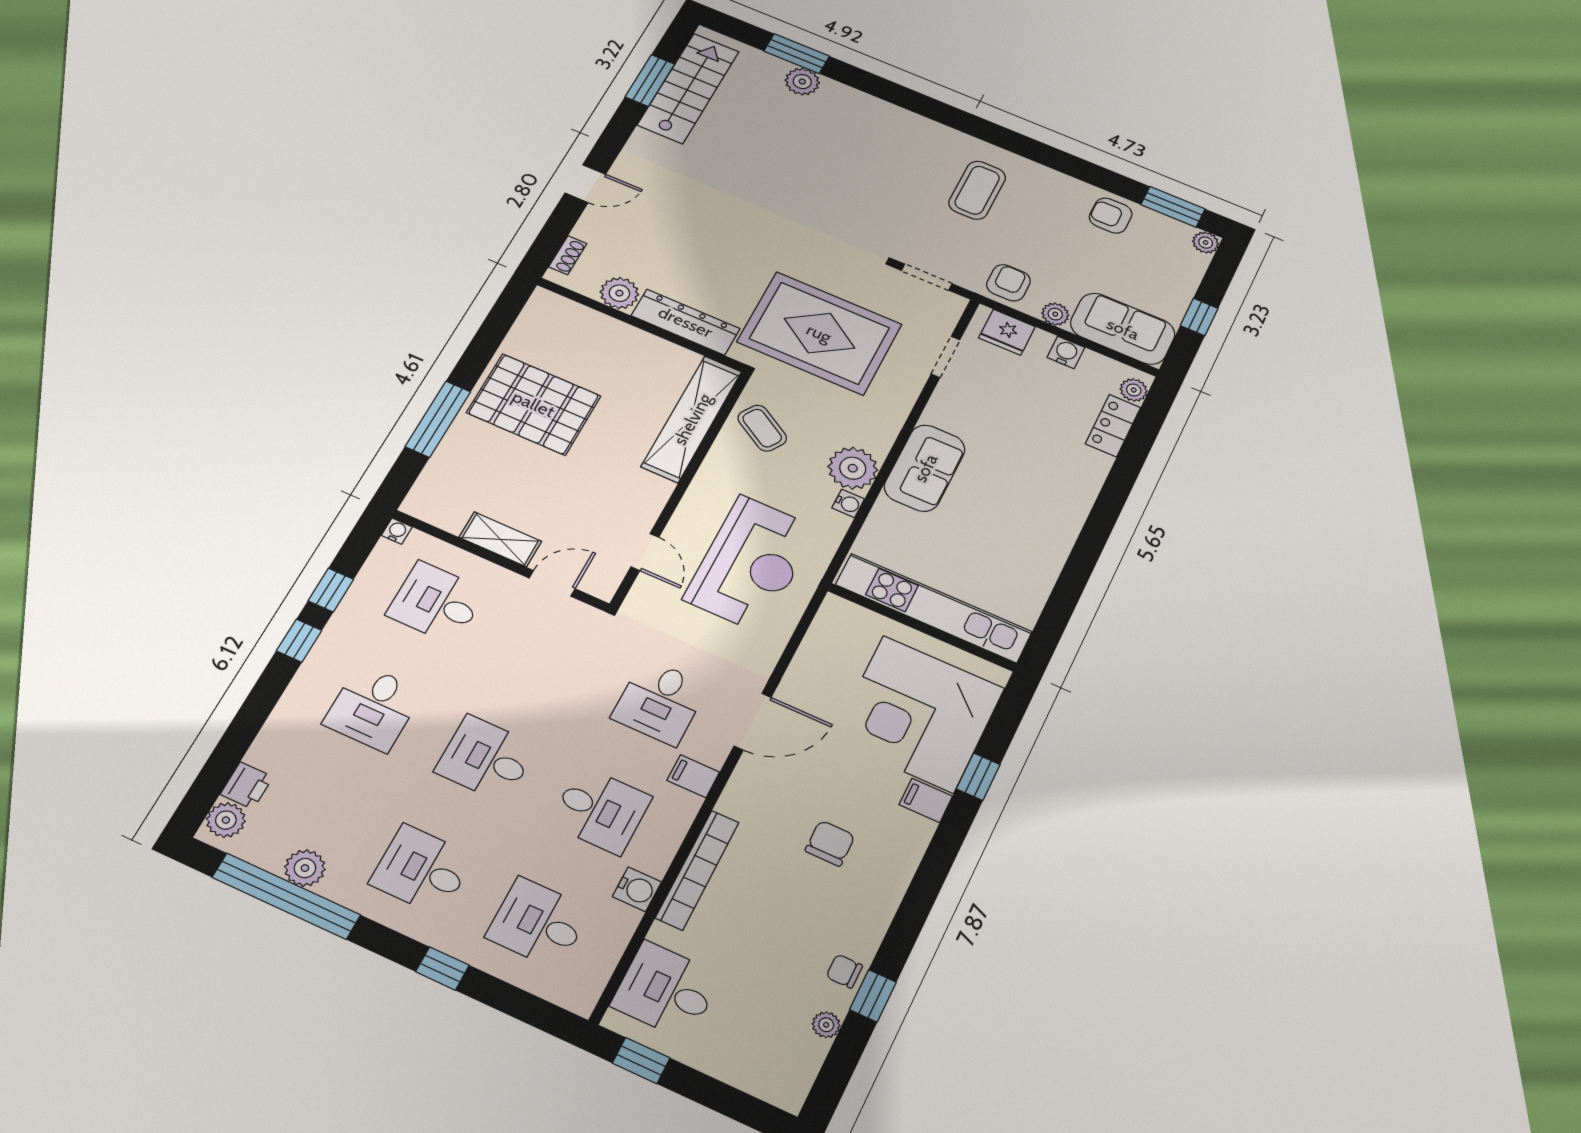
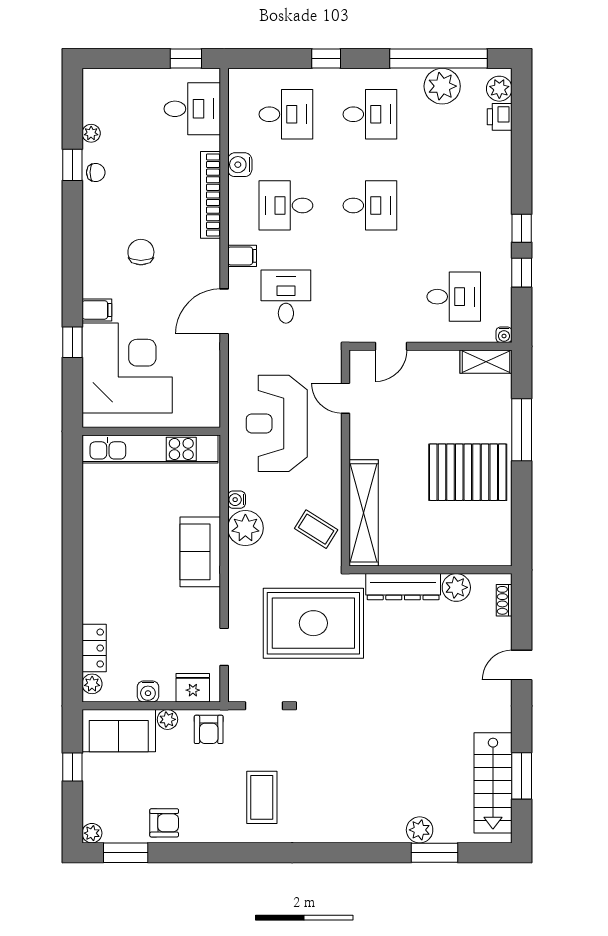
shelving: (500, 539) -> (486, 362), moved
desk: (373, 708) -> (454, 205), removed
chair: (830, 843) -> (141, 252), turned 180
plant: (305, 868) -> (442, 86), width x1.36, depth x1.36

